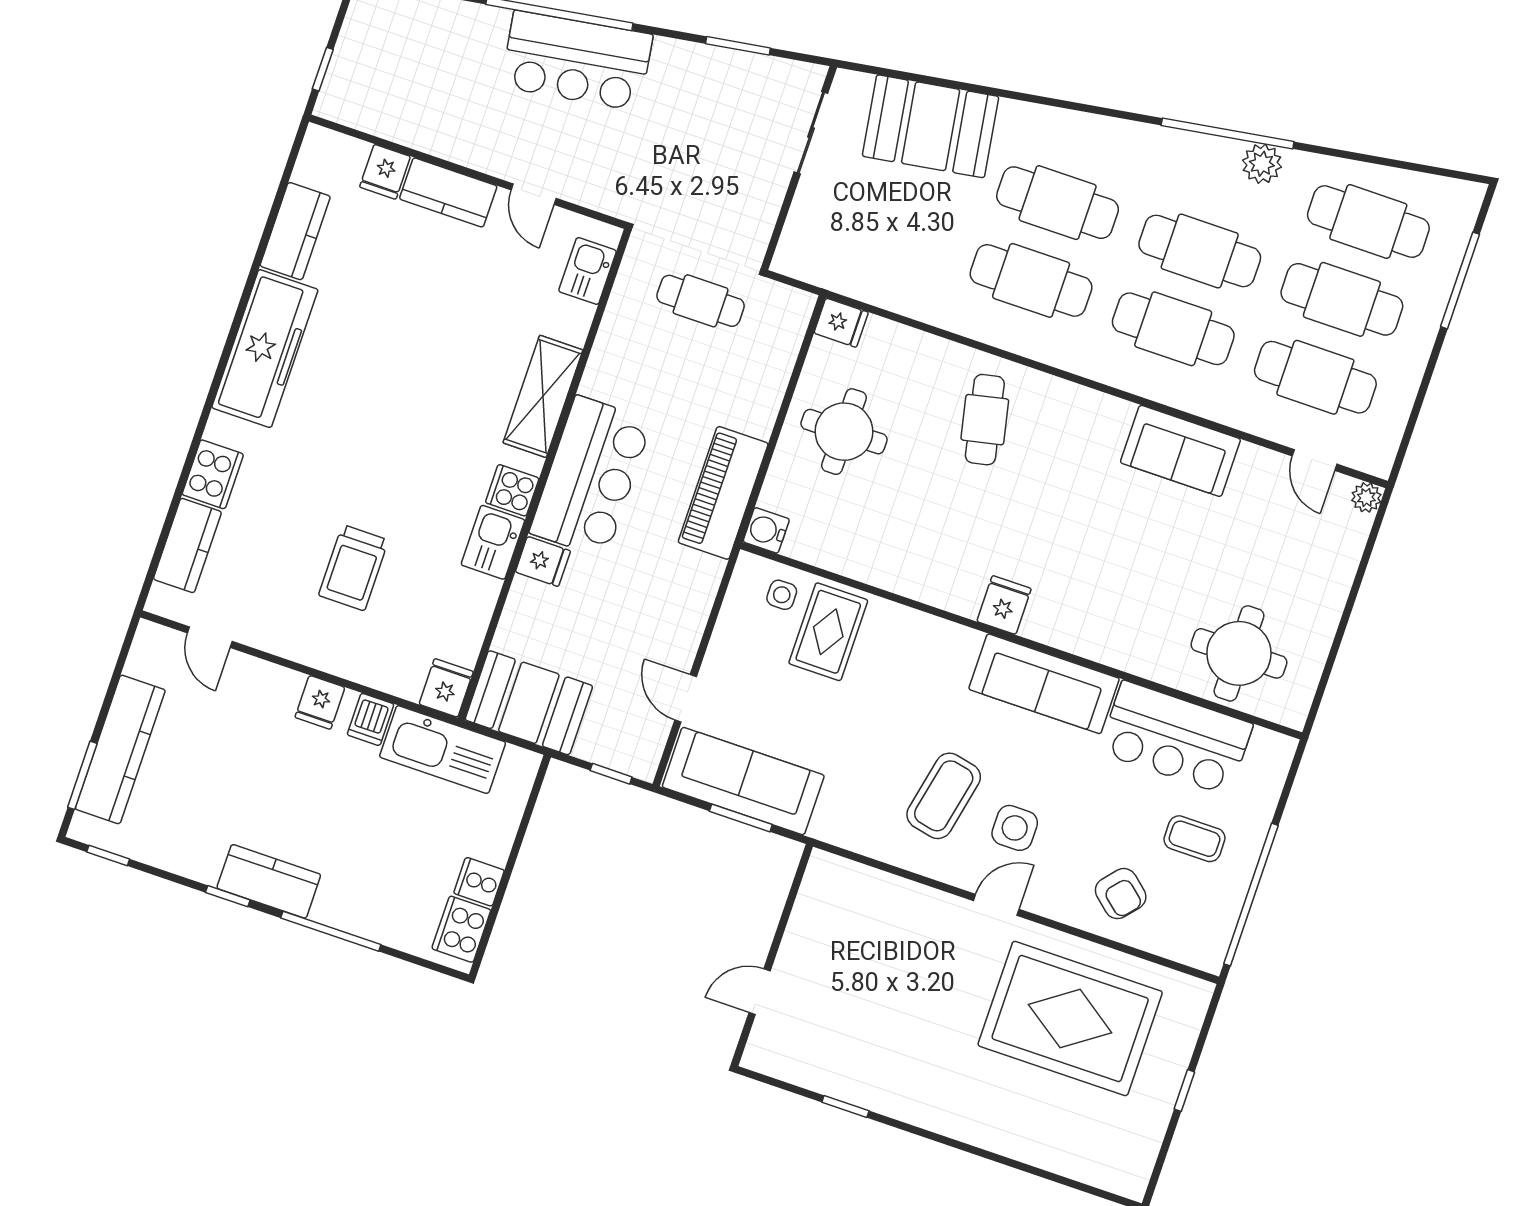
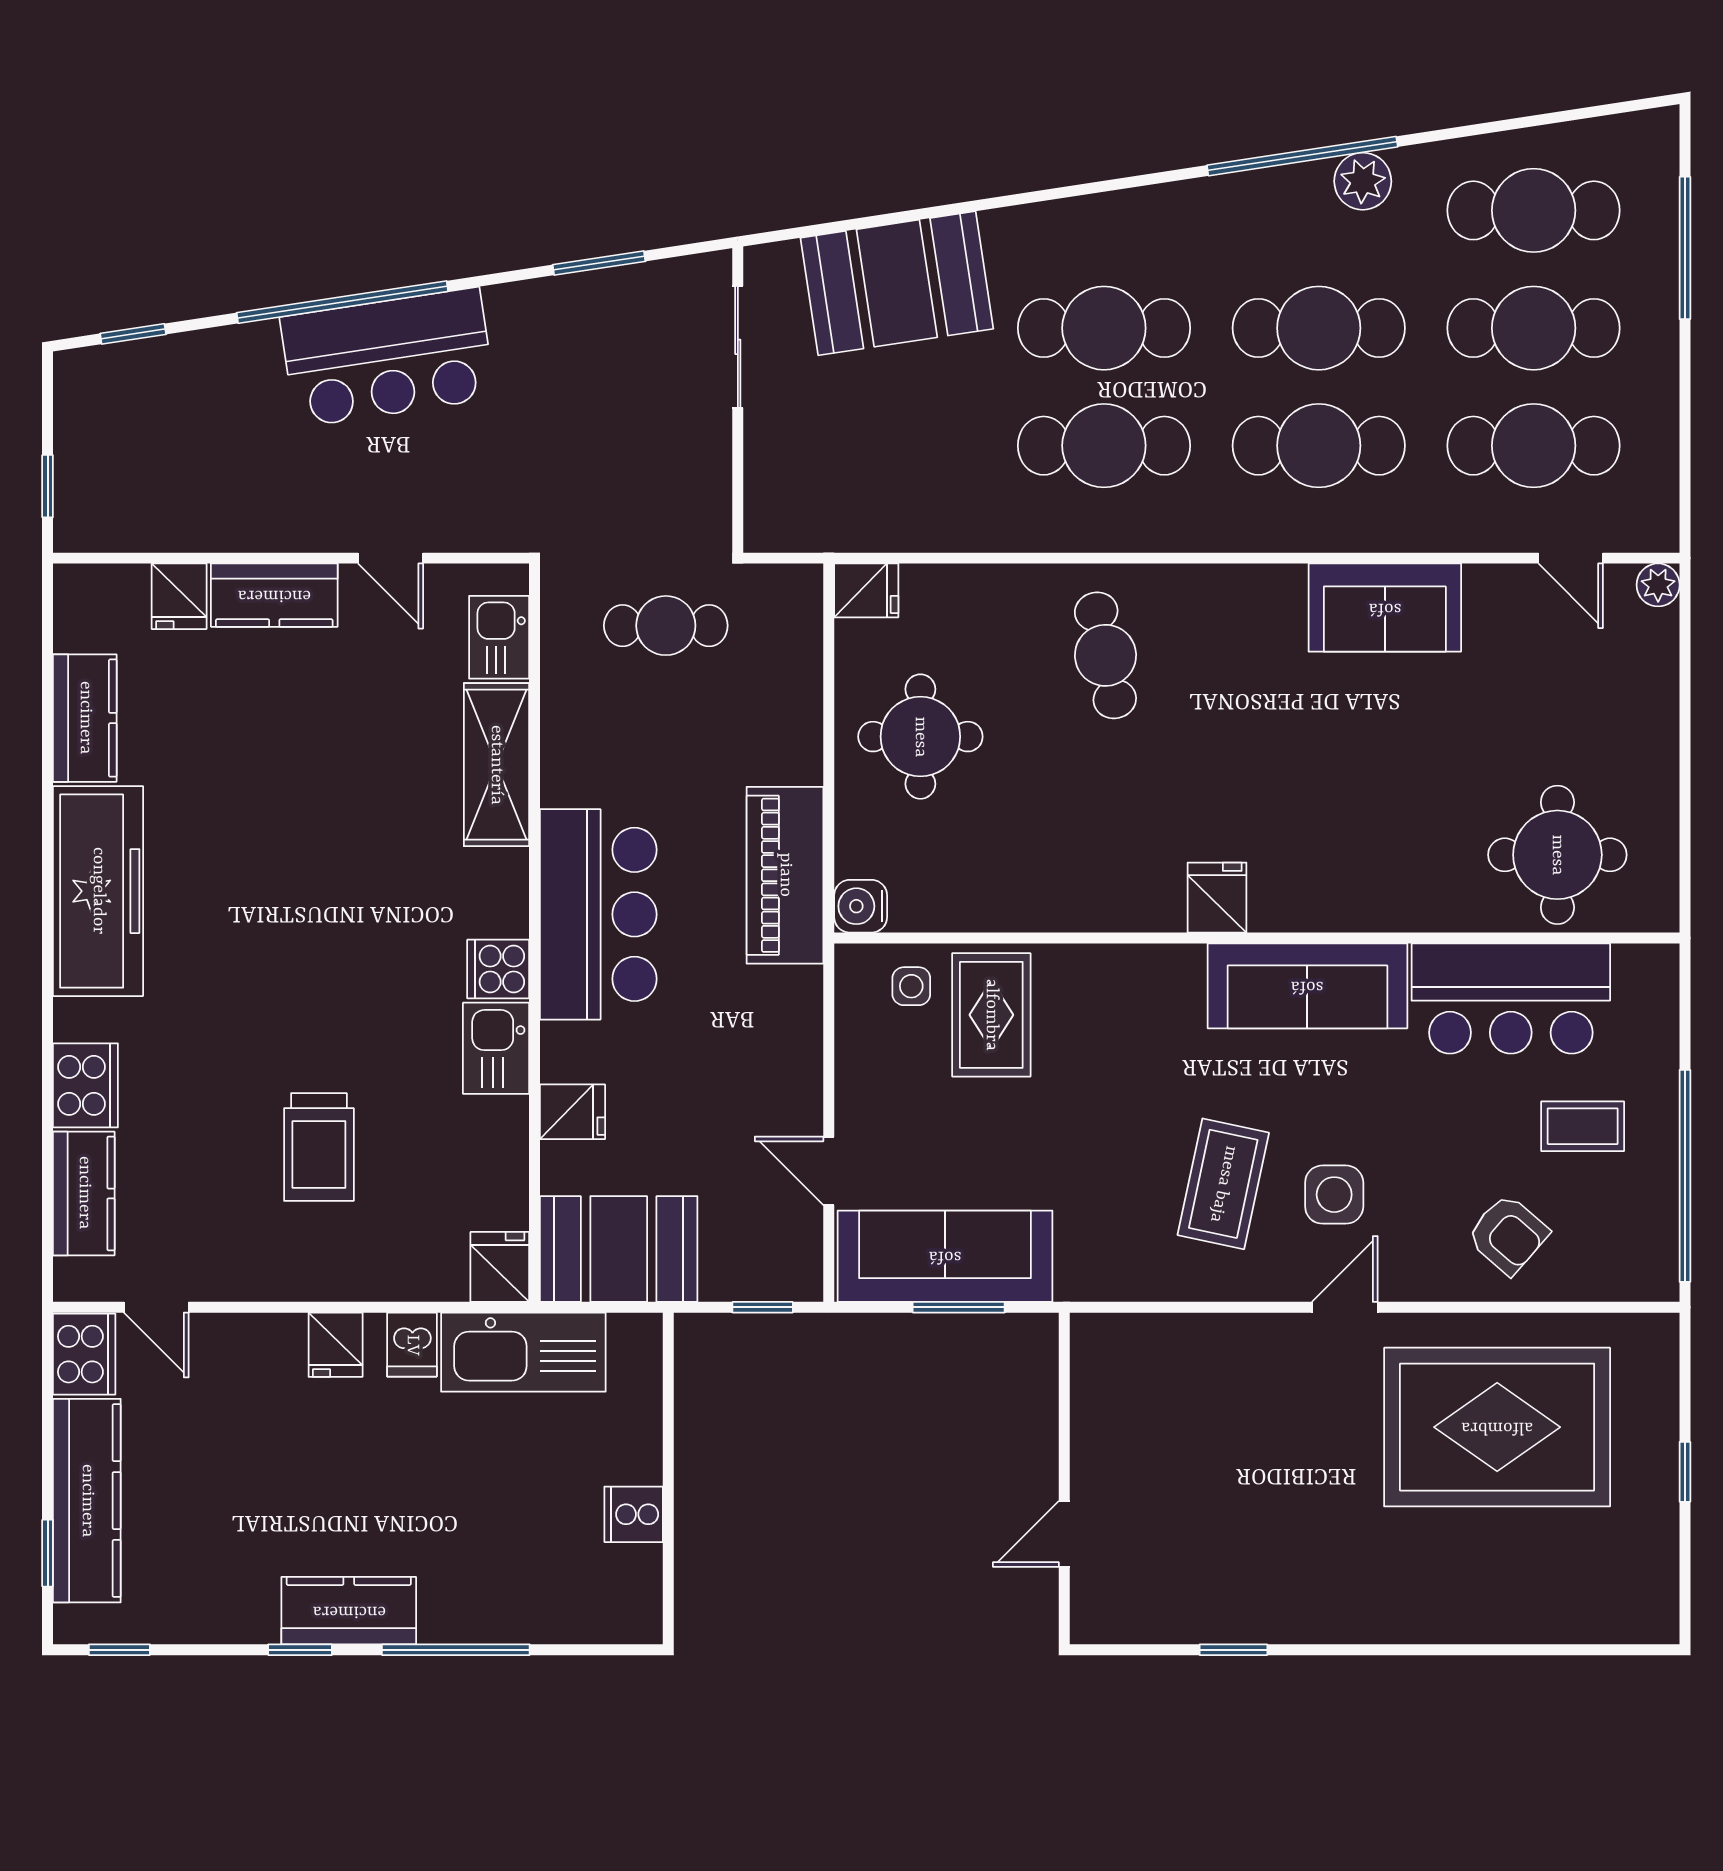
shelving: (543, 396) -> (496, 765), moved
fridge: (543, 561) -> (572, 1112), moved
window: (82, 775) -> (48, 1553), width x0.67
cooker: (461, 929) -> (84, 1354), moved, turned 180

